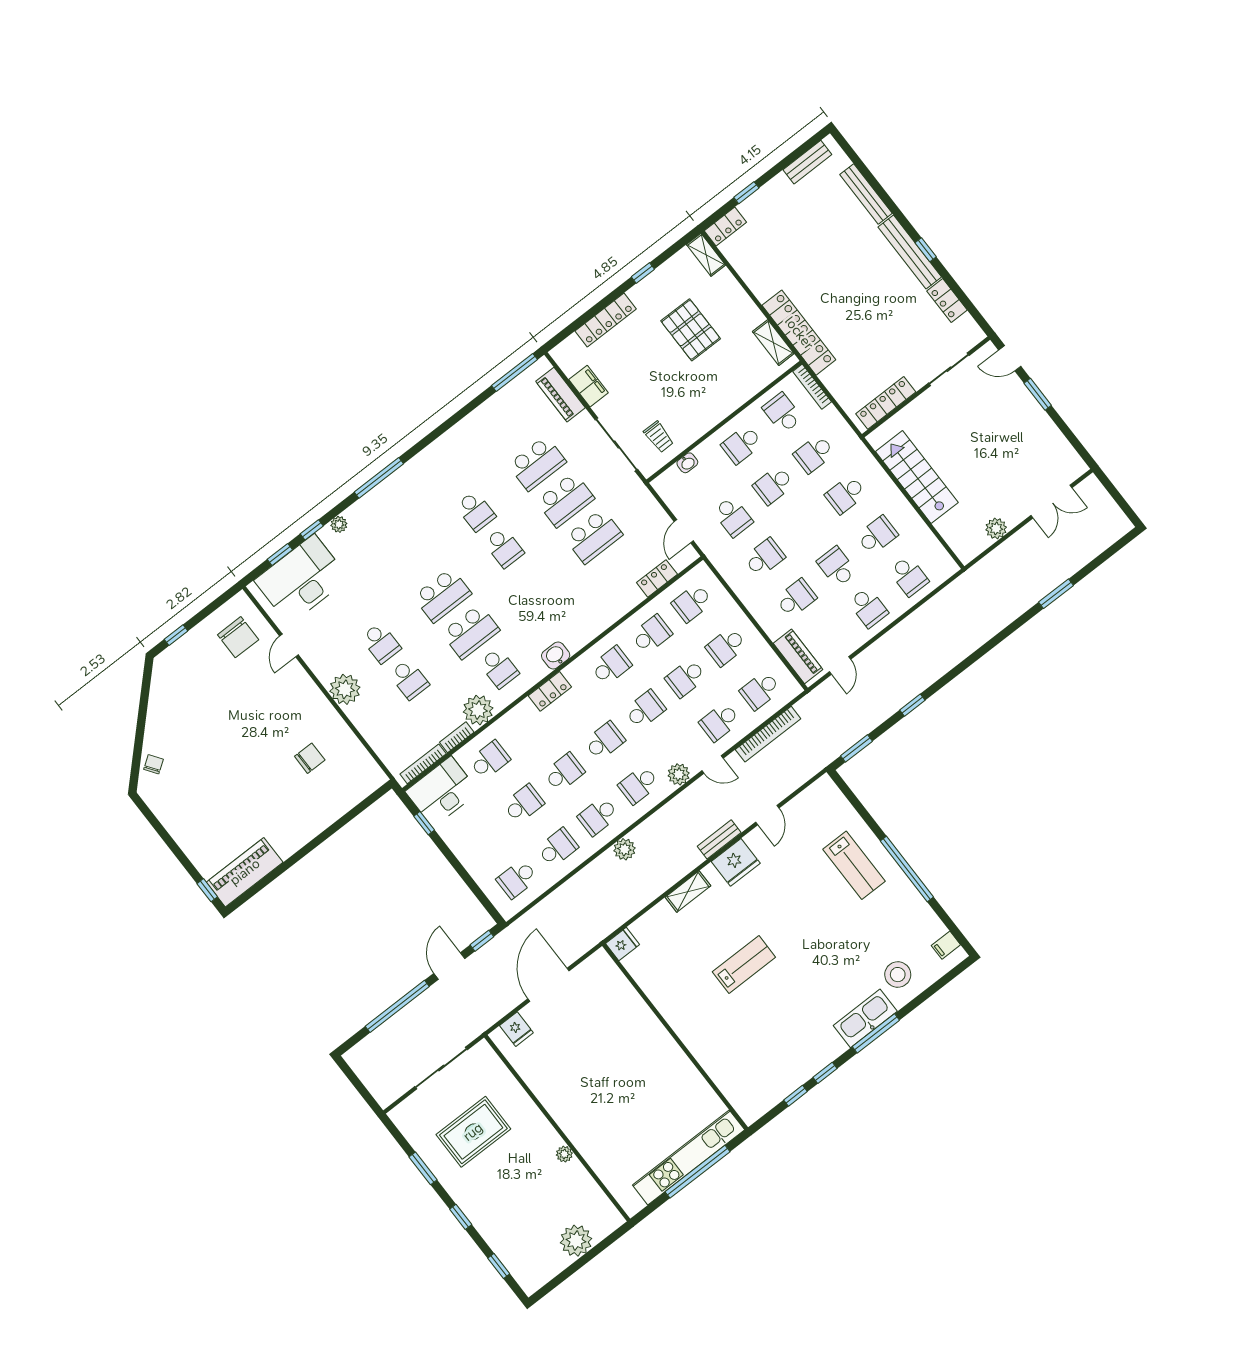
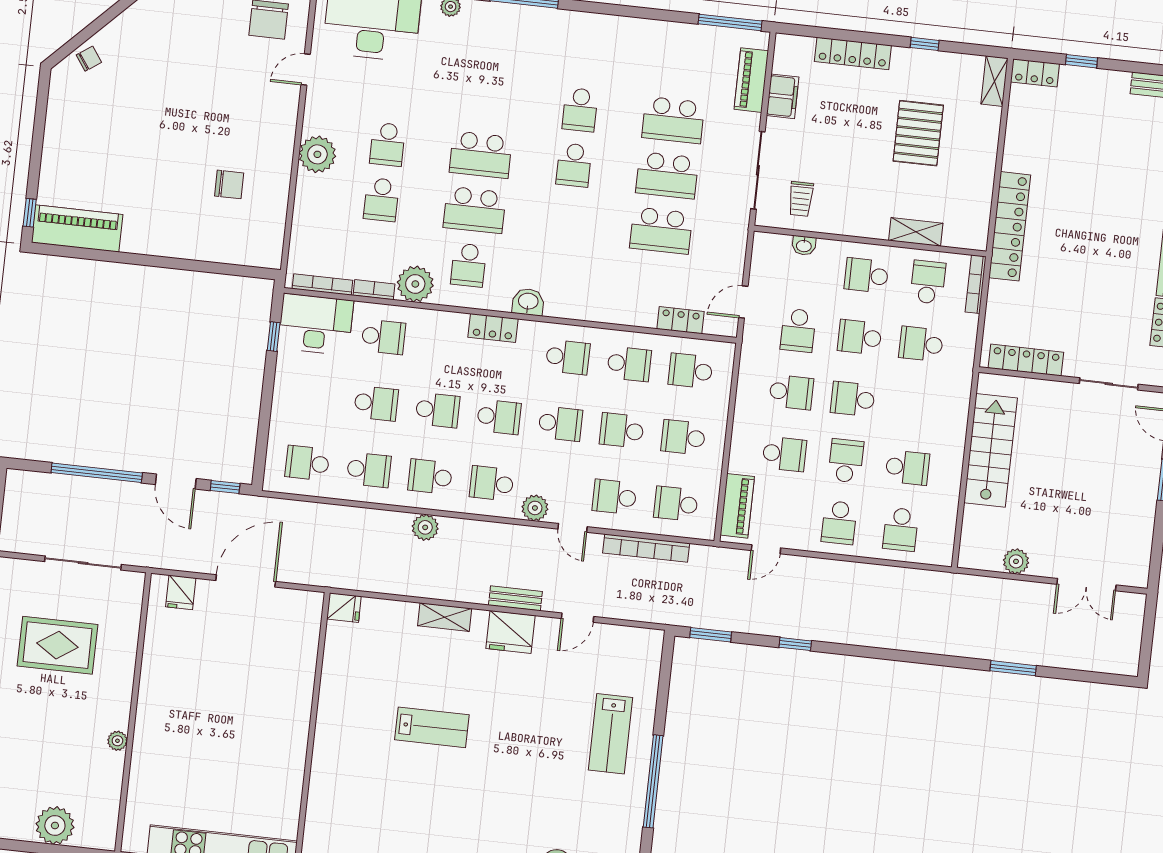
shelving: (773, 343) -> (916, 232), moved, turned 90
school desk: (846, 495) -> (853, 399), moved
door: (449, 966) -> (176, 482), swing flipped

